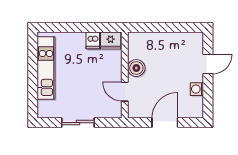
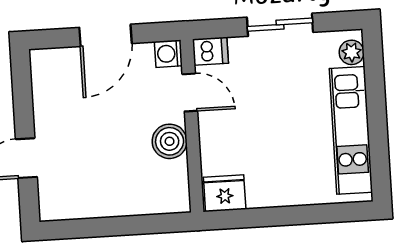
dishwasher: (93, 40) -> (210, 51), moved, turned 90
washing machine: (197, 89) -> (168, 54), moved, turned 180
plant: (43, 107) -> (352, 52), added

